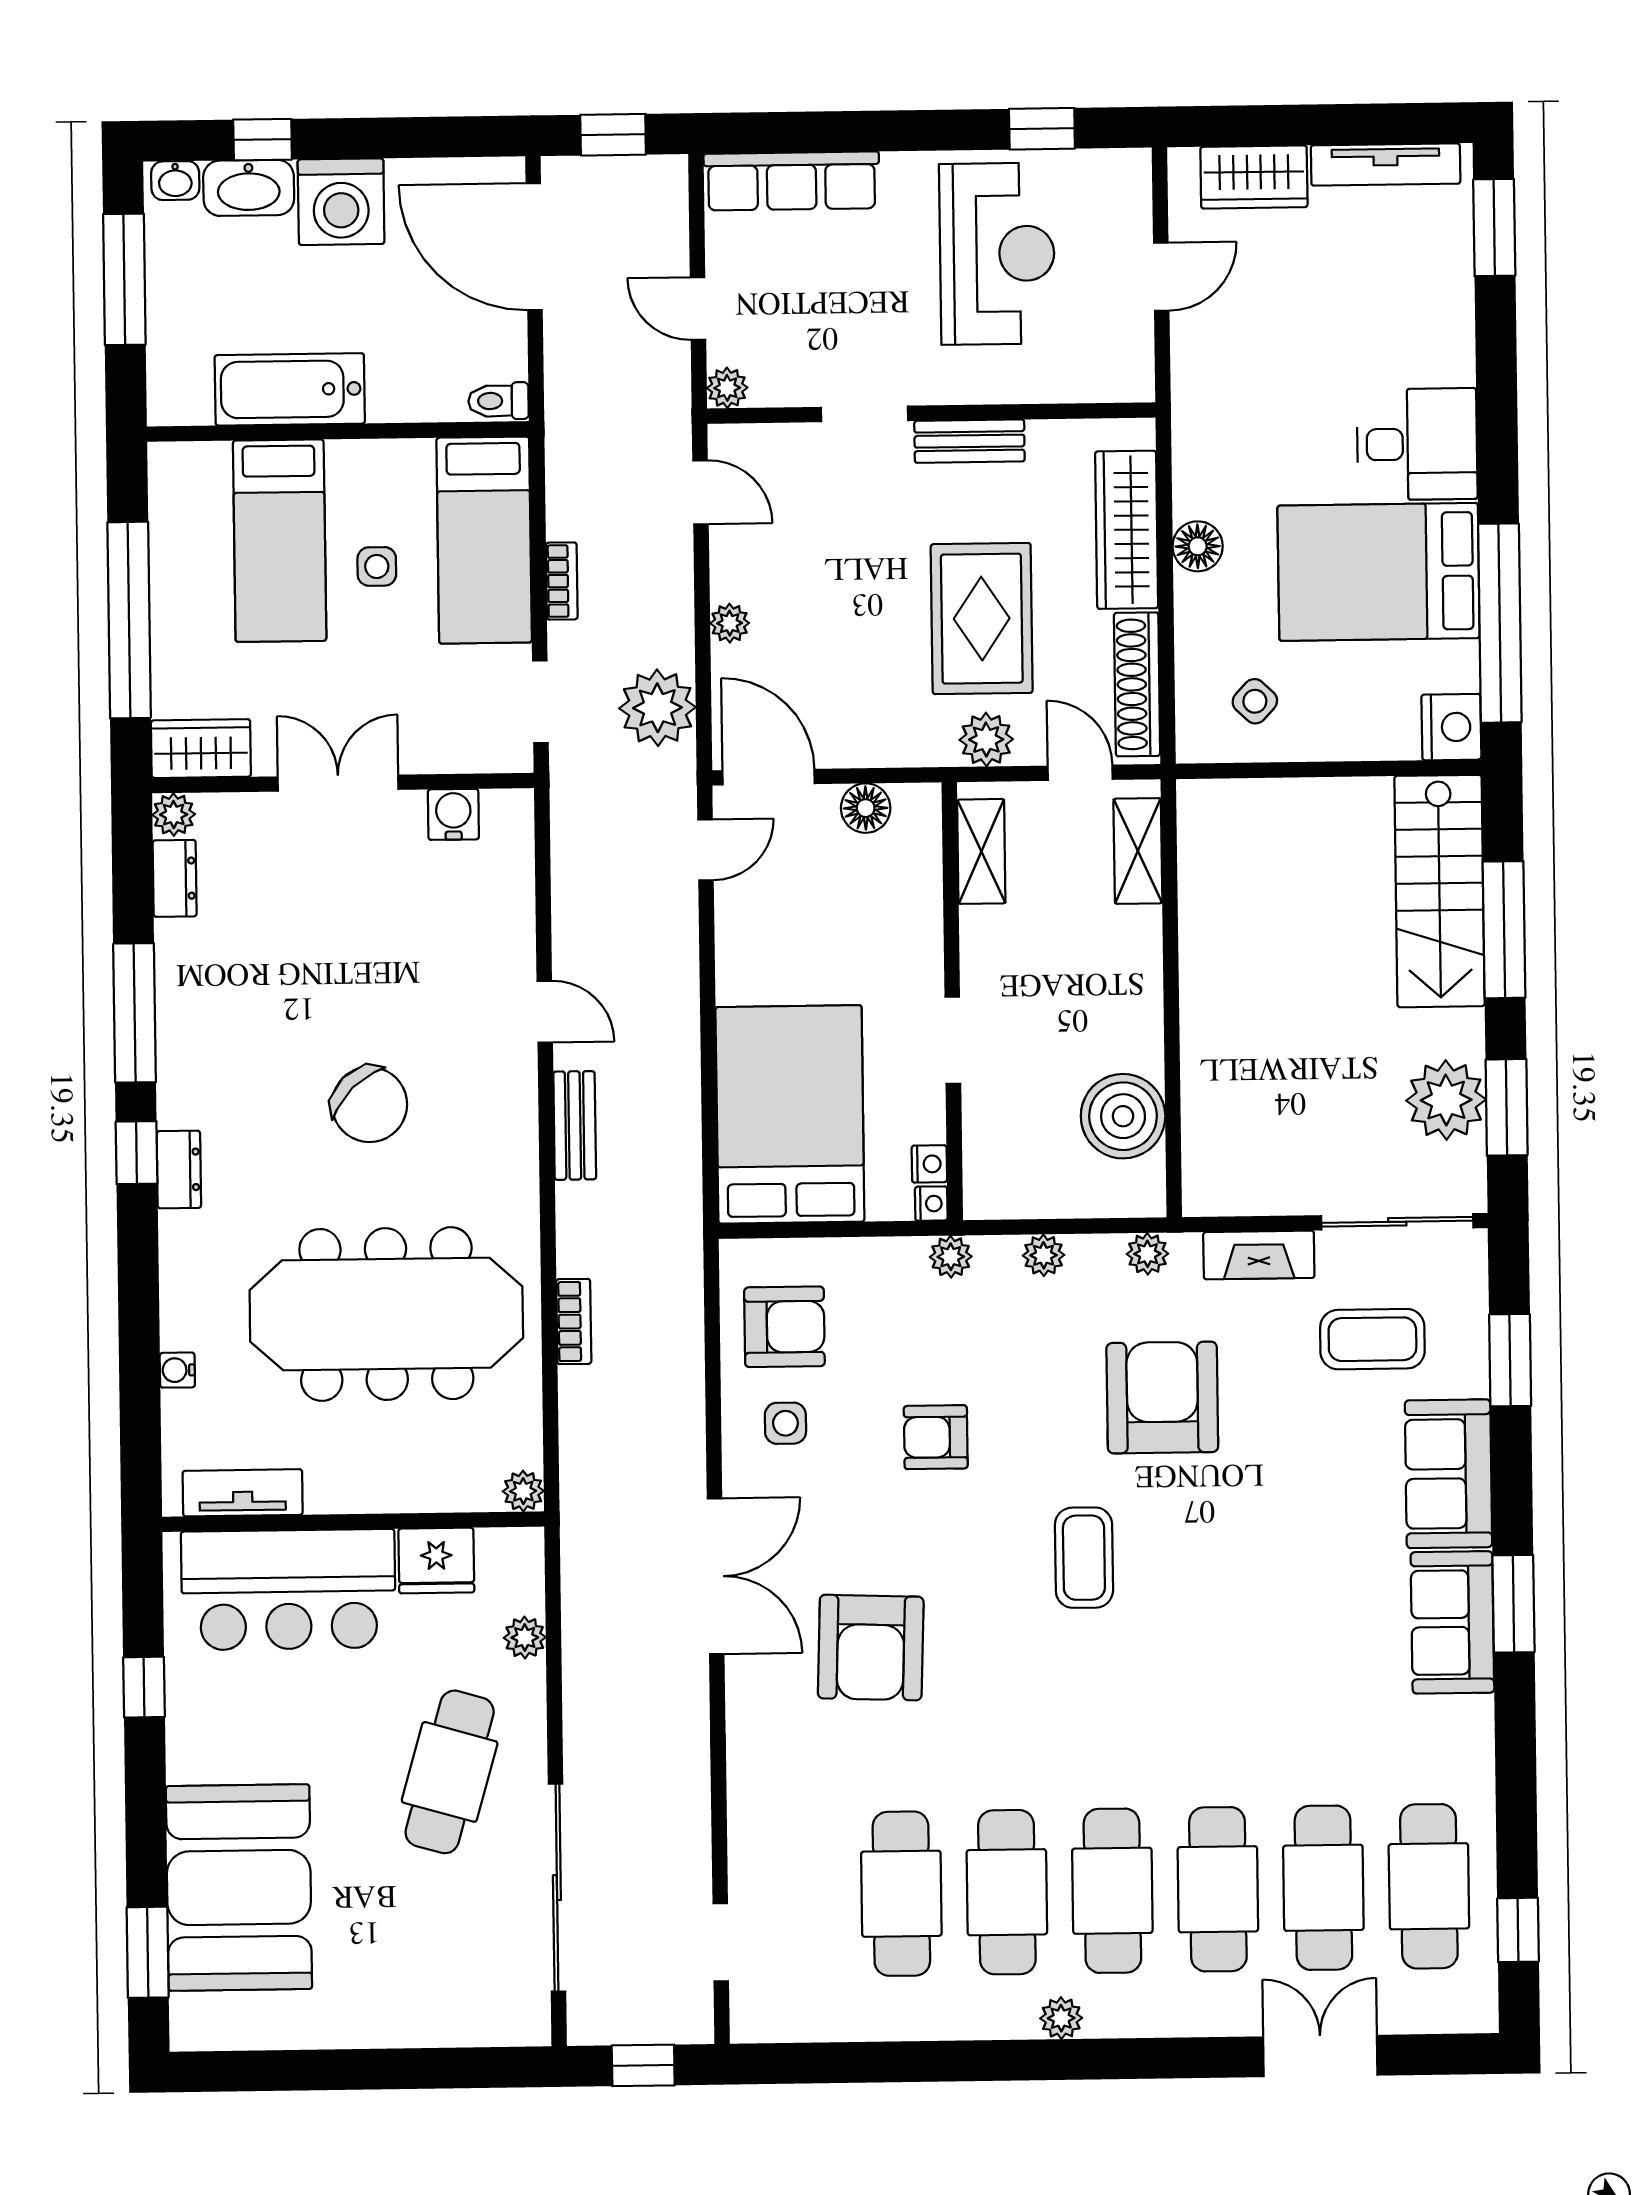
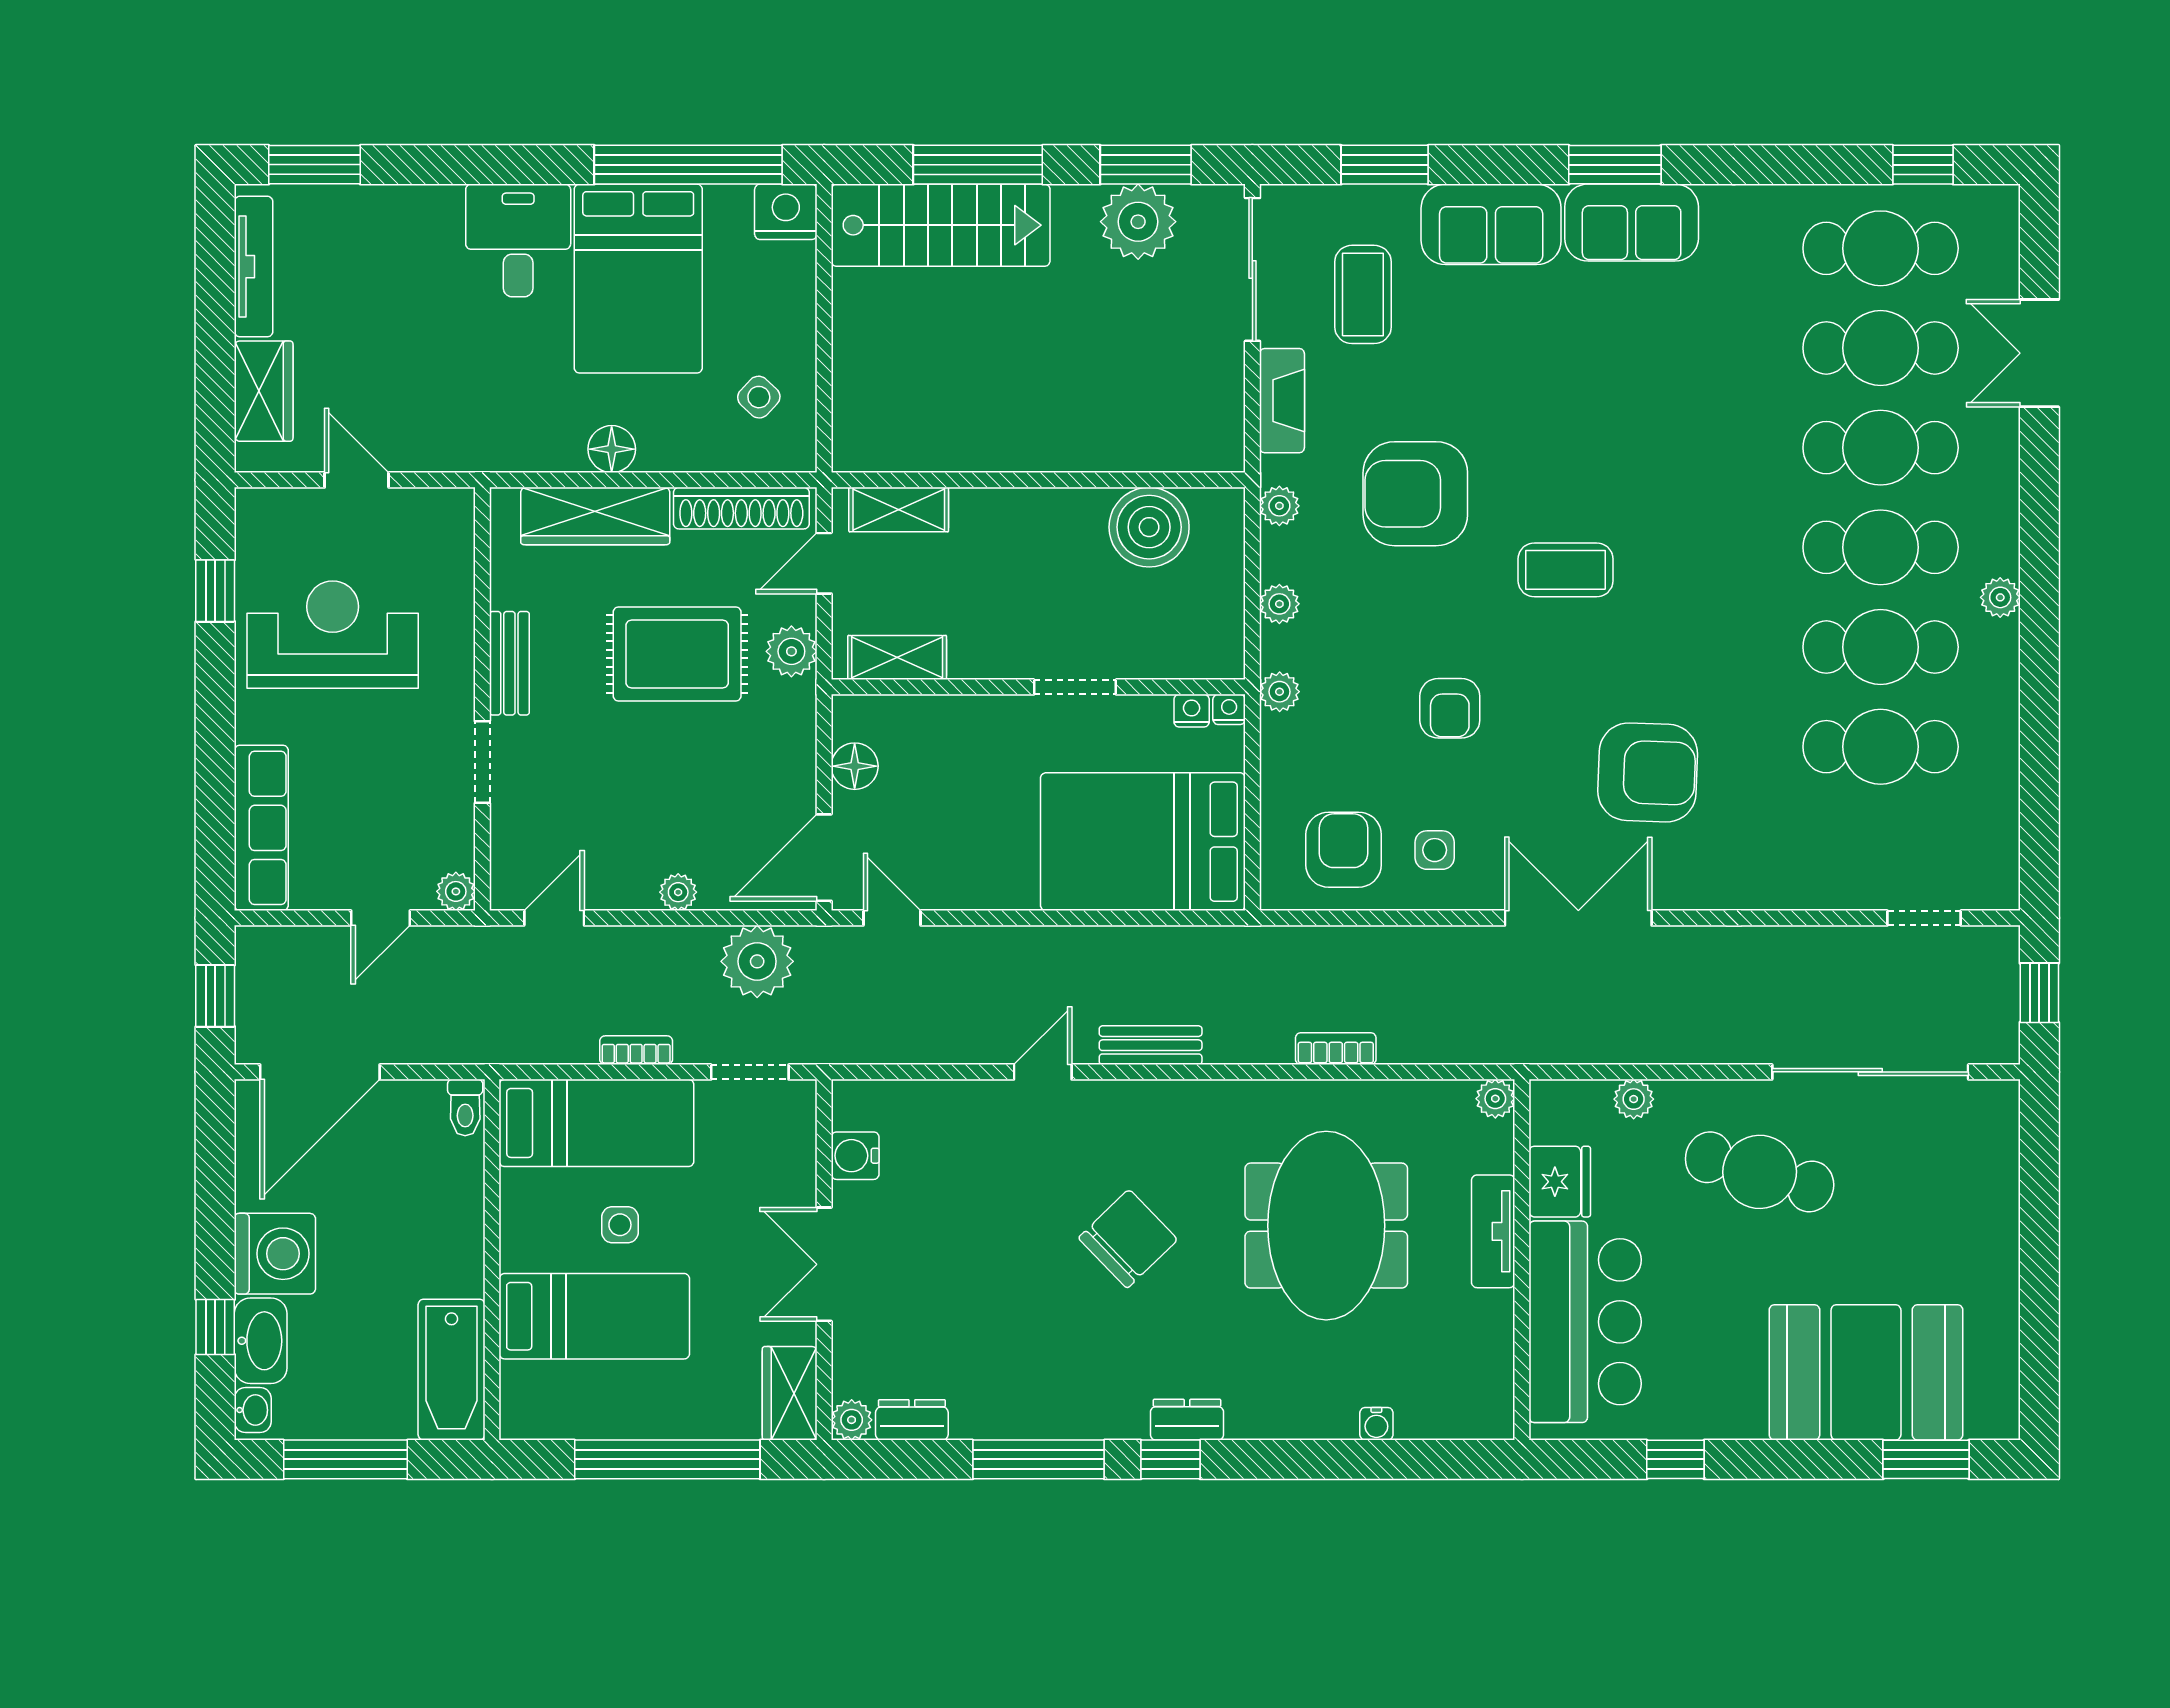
bathtub: (290, 389) -> (451, 1370), moved
meeting table: (386, 1314) -> (1326, 1226), width x0.73
tv unit: (243, 1493) -> (1493, 1231), moved

